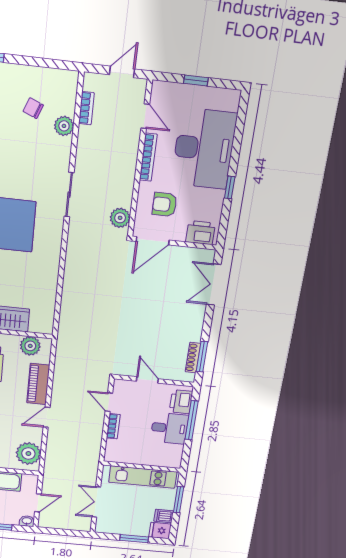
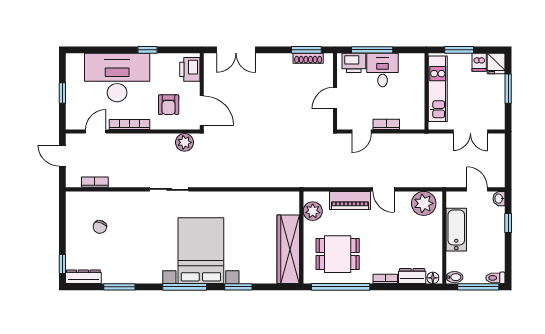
plant: (64, 126) -> (111, 200), removed

